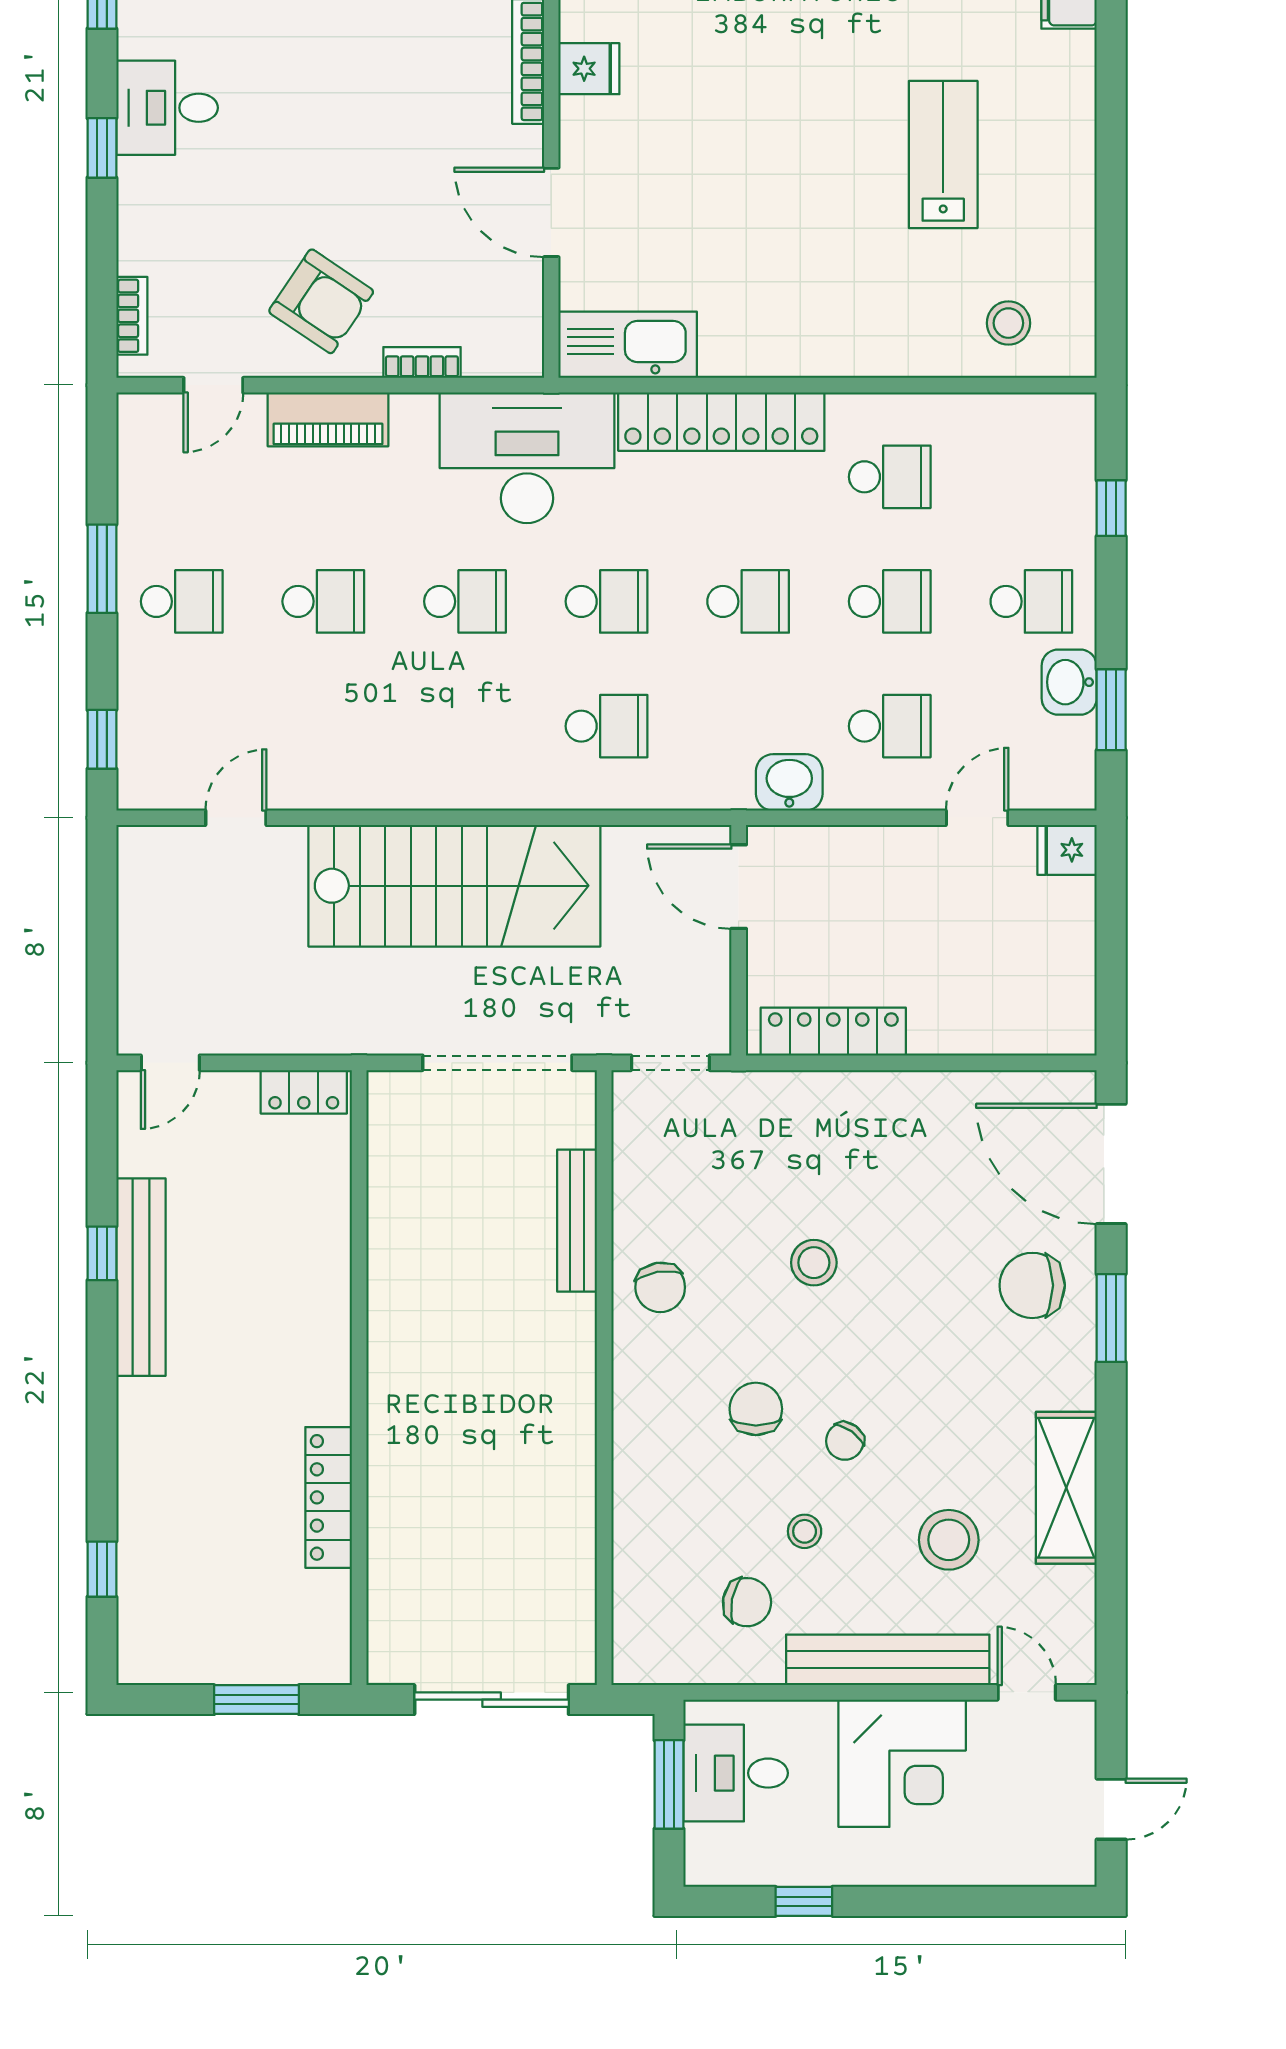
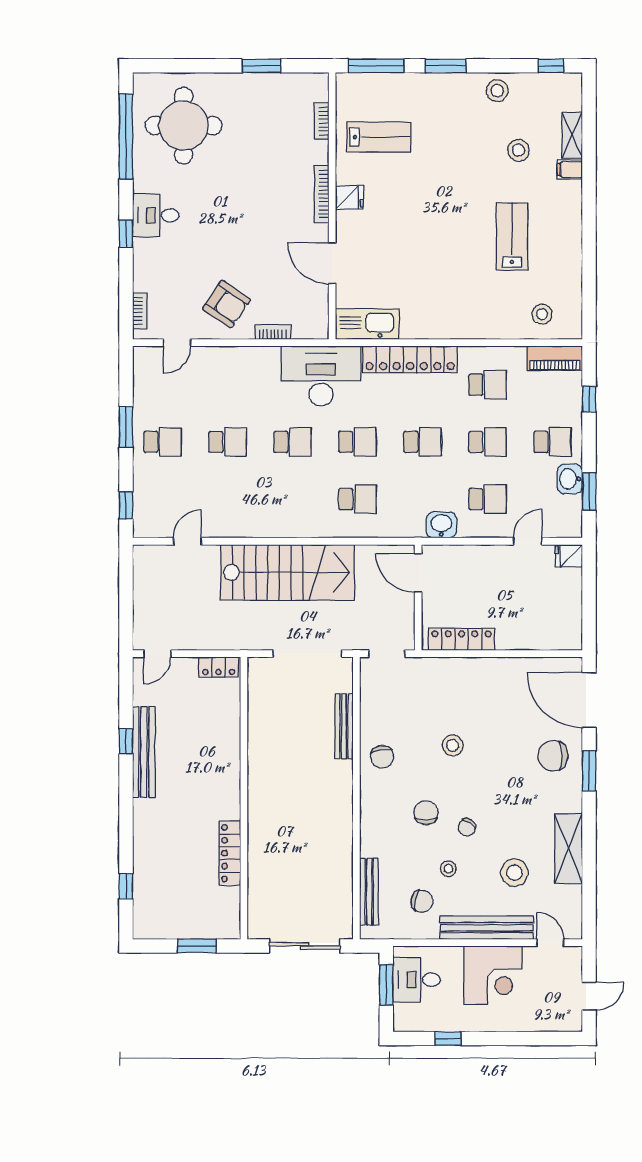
piano: (328, 419) -> (555, 358), moved
bench: (632, 1582) -> (369, 892), added

